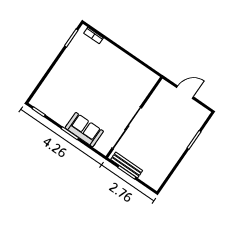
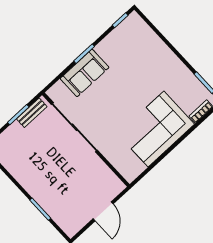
corner sofa: (114, 66) -> (156, 129), added
bench: (127, 165) -> (32, 113), width x0.73

